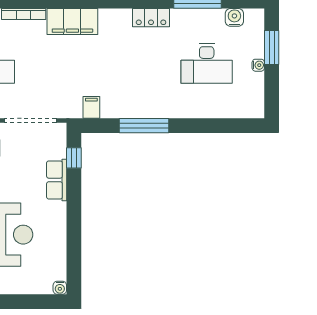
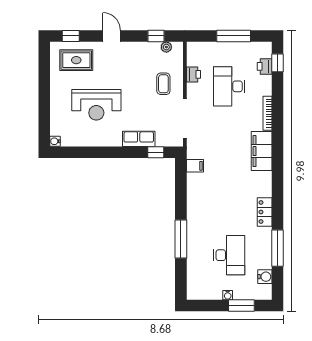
desk: (207, 63) -> (229, 255), turned 180
window: (144, 126) -> (181, 239), moved

